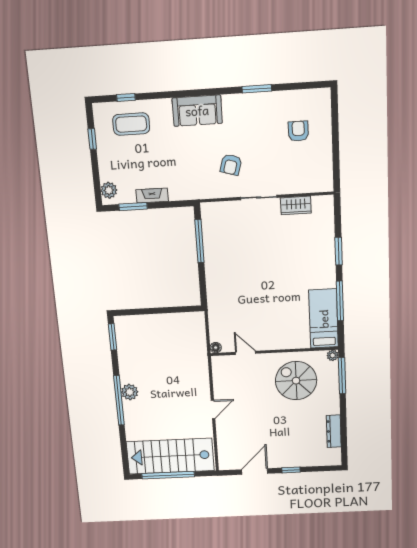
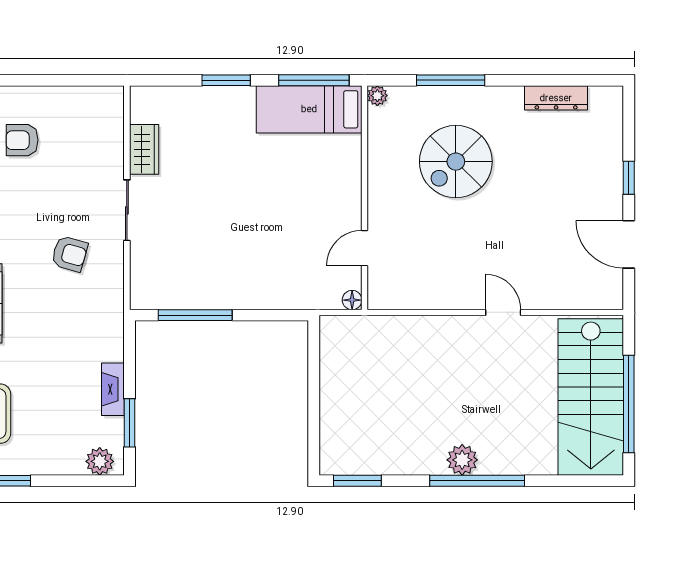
bed: (324, 319) -> (309, 109), moved
floor lamp: (216, 348) -> (352, 300), moved
wall: (274, 351) -> (365, 198), moved
door: (245, 353) -> (365, 248), moved
plant: (333, 355) -> (377, 96), moved

